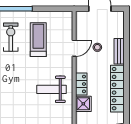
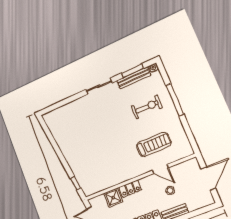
treadmill: (38, 40) -> (154, 144), moved
weight bench: (52, 89) -> (115, 164), removed

